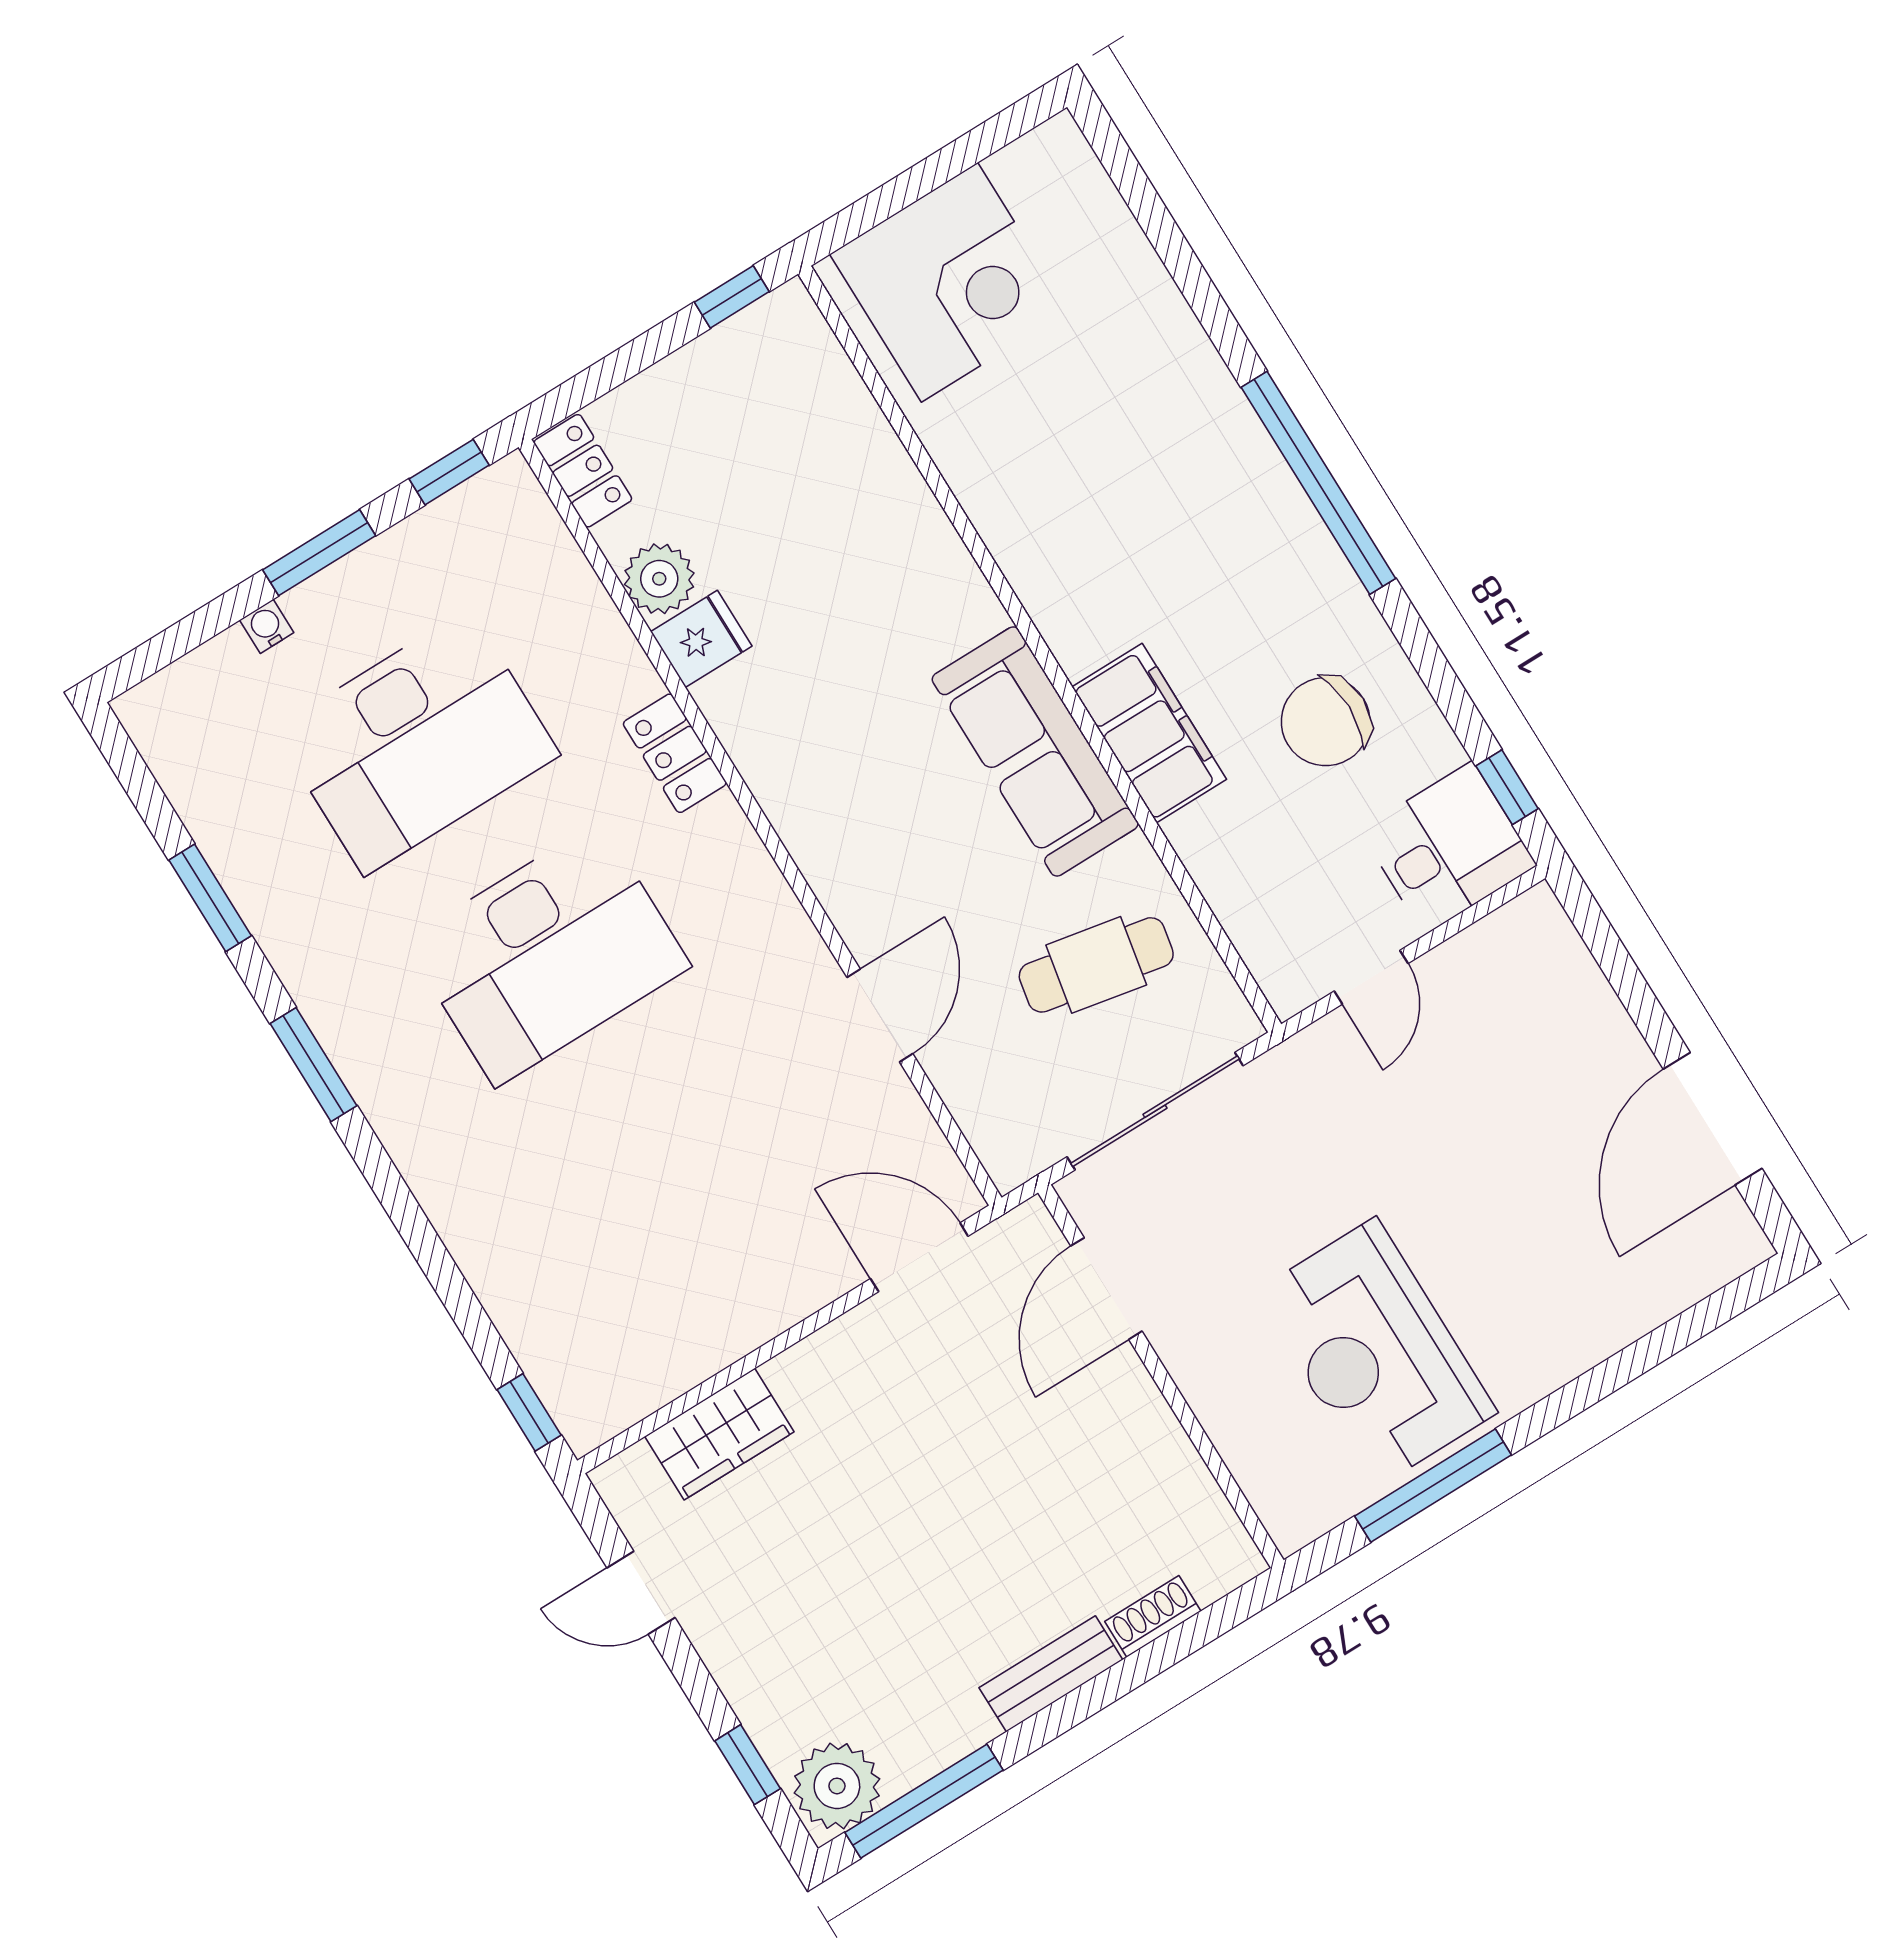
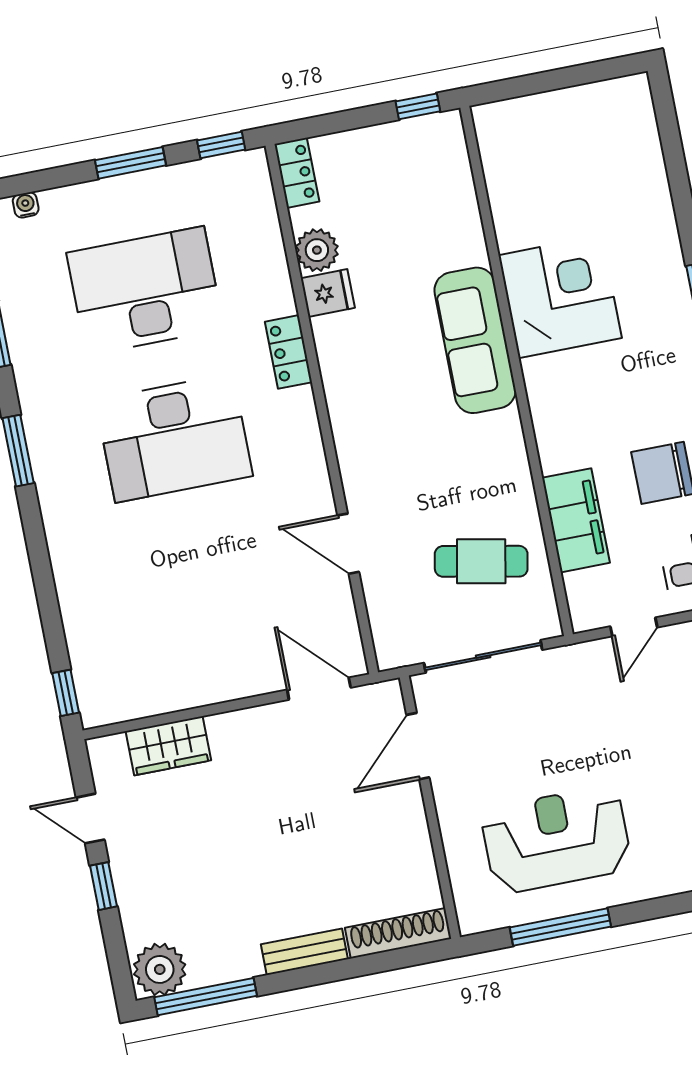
corner desk: (949, 282) -> (560, 297), moved, turned -90
water cooler: (267, 626) -> (26, 205), moved
filing cabinet: (1149, 733) -> (576, 520), moved
desk: (417, 742) -> (145, 291), turned 180
sofa: (1035, 751) -> (475, 340), moved
door: (880, 1016) -> (348, 544), swing flipped
reception desk: (1376, 1353) -> (556, 840), turned 90
shoe rack: (1153, 1616) -> (398, 933), width x1.94, depth x1.24
window: (748, 1765) -> (104, 886), moved

